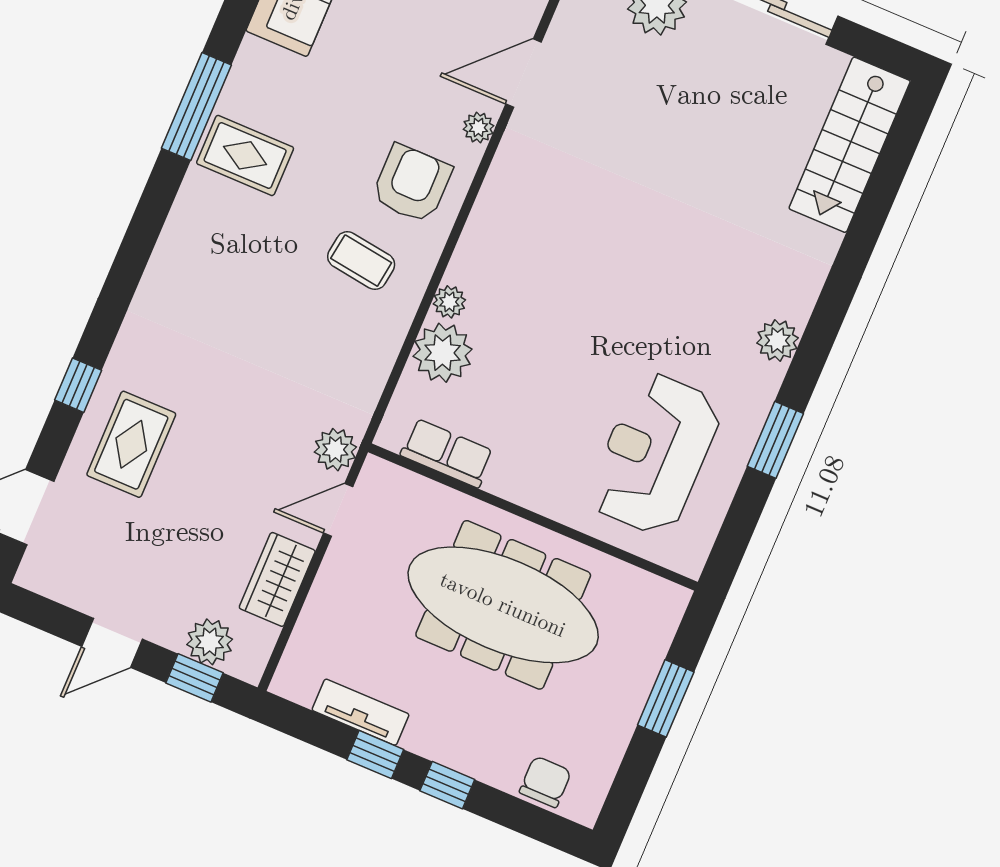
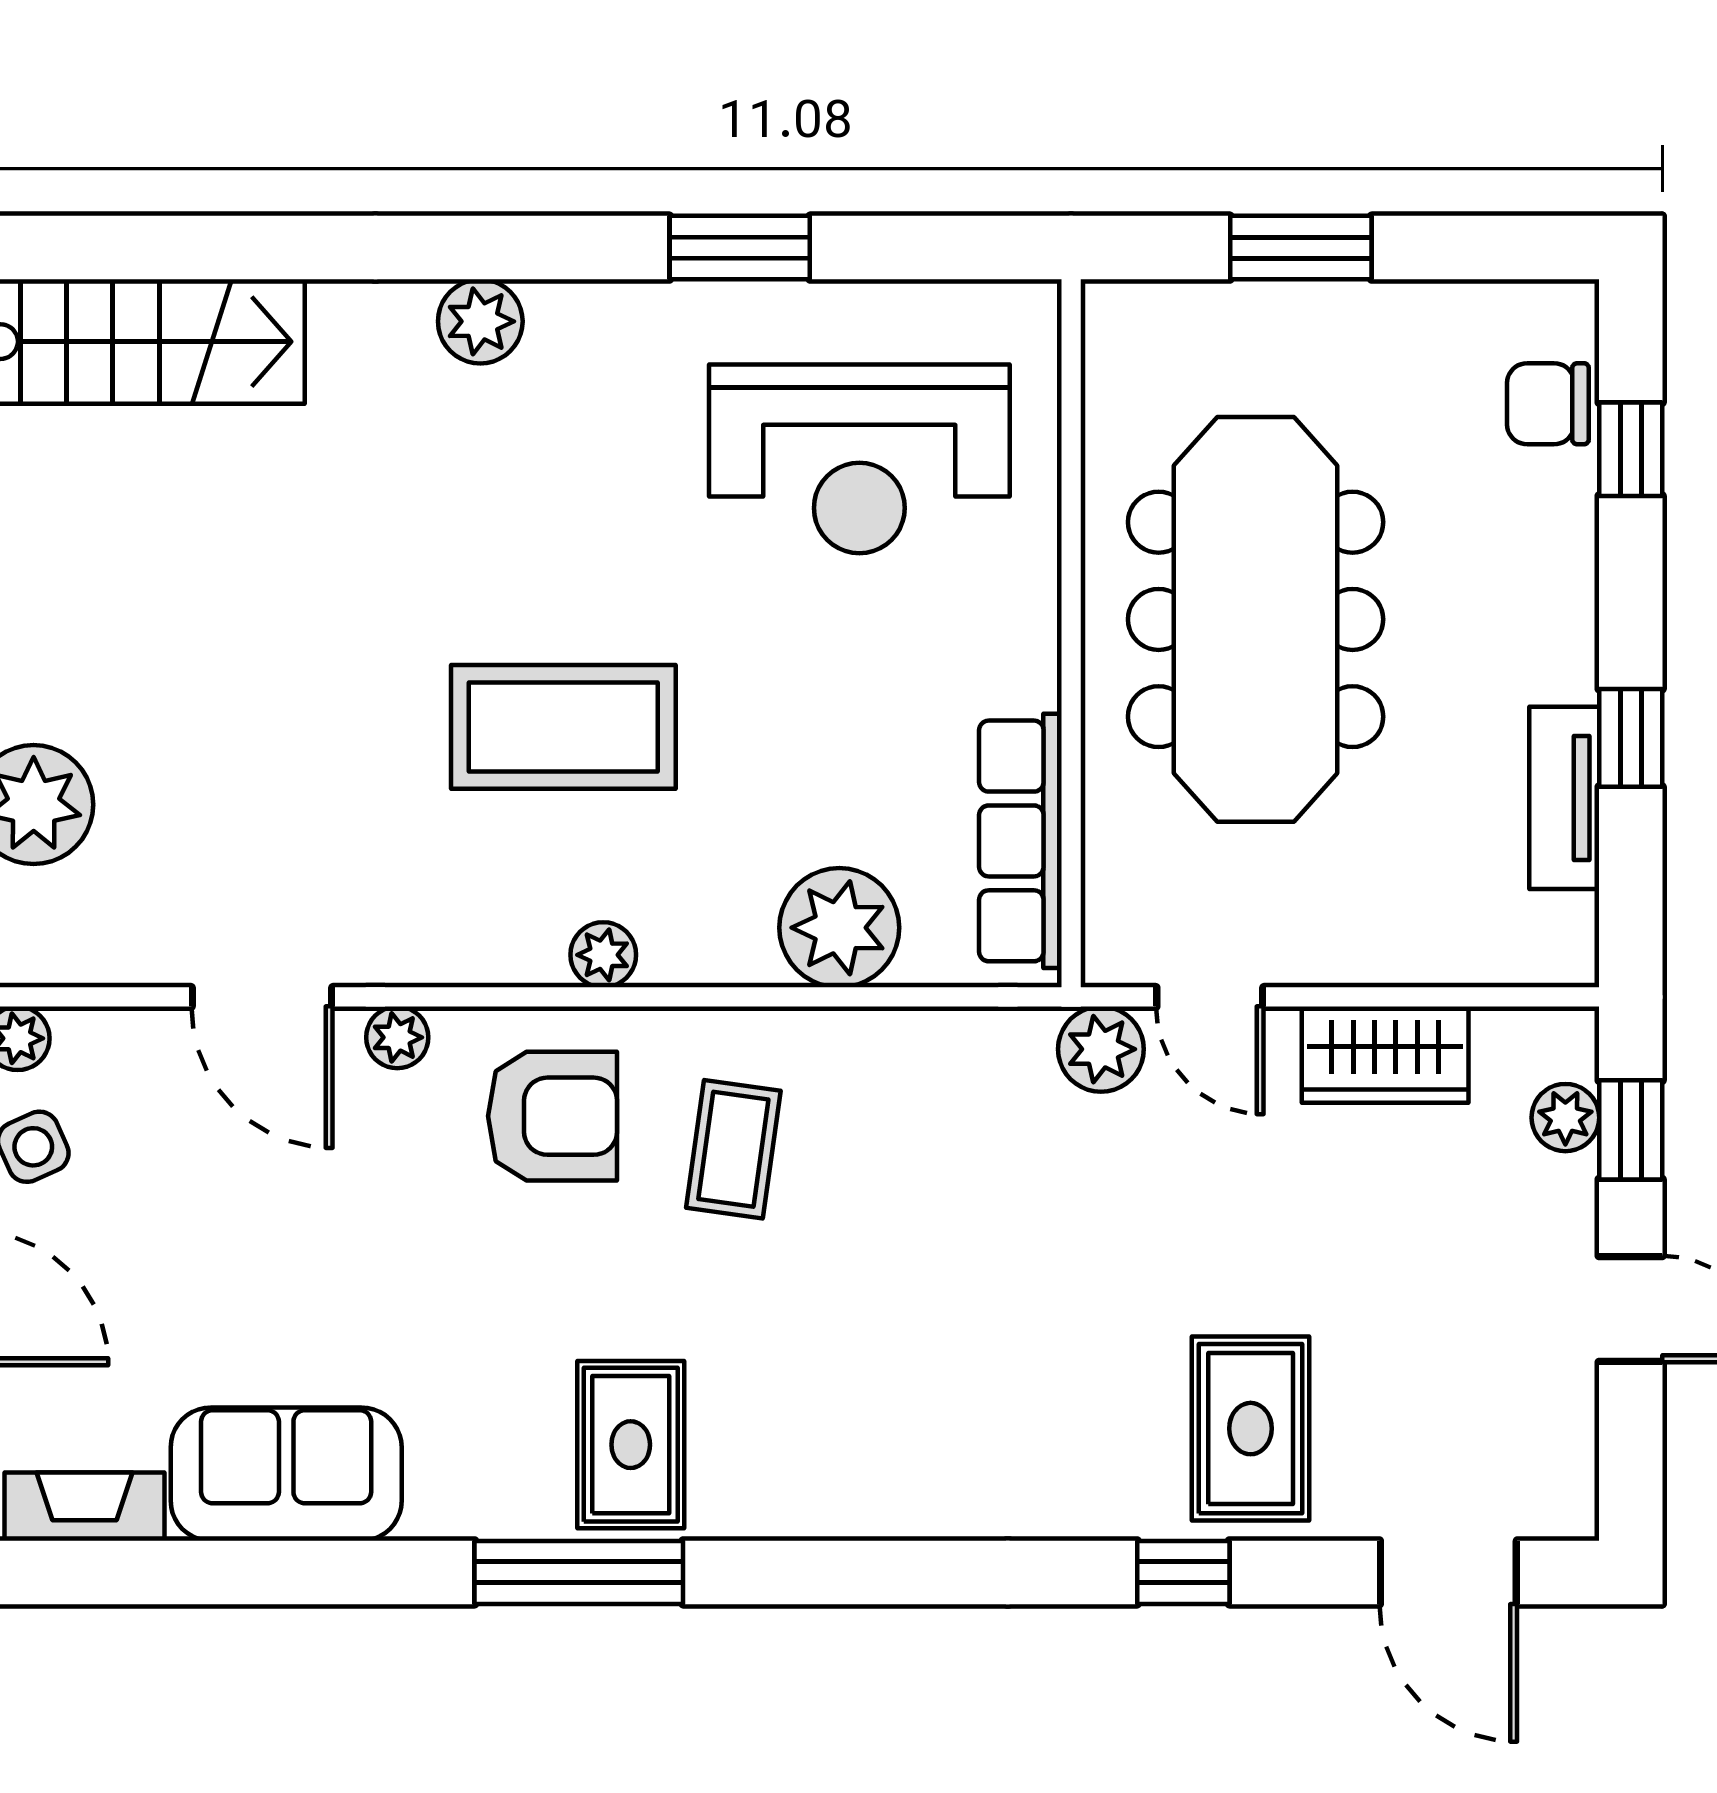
armchair: (412, 184) -> (552, 1116), turned 180
coffee table: (589, 265) -> (563, 727), added
plant: (449, 302) -> (603, 955), moved
plant: (777, 340) -> (480, 321), moved
rug: (131, 444) -> (1251, 1429), turned 90
row of seats: (447, 453) -> (1020, 841), width x1.48
plant: (210, 642) -> (1565, 1118), width x0.73, depth x0.73
window: (447, 785) -> (1631, 449), moved

